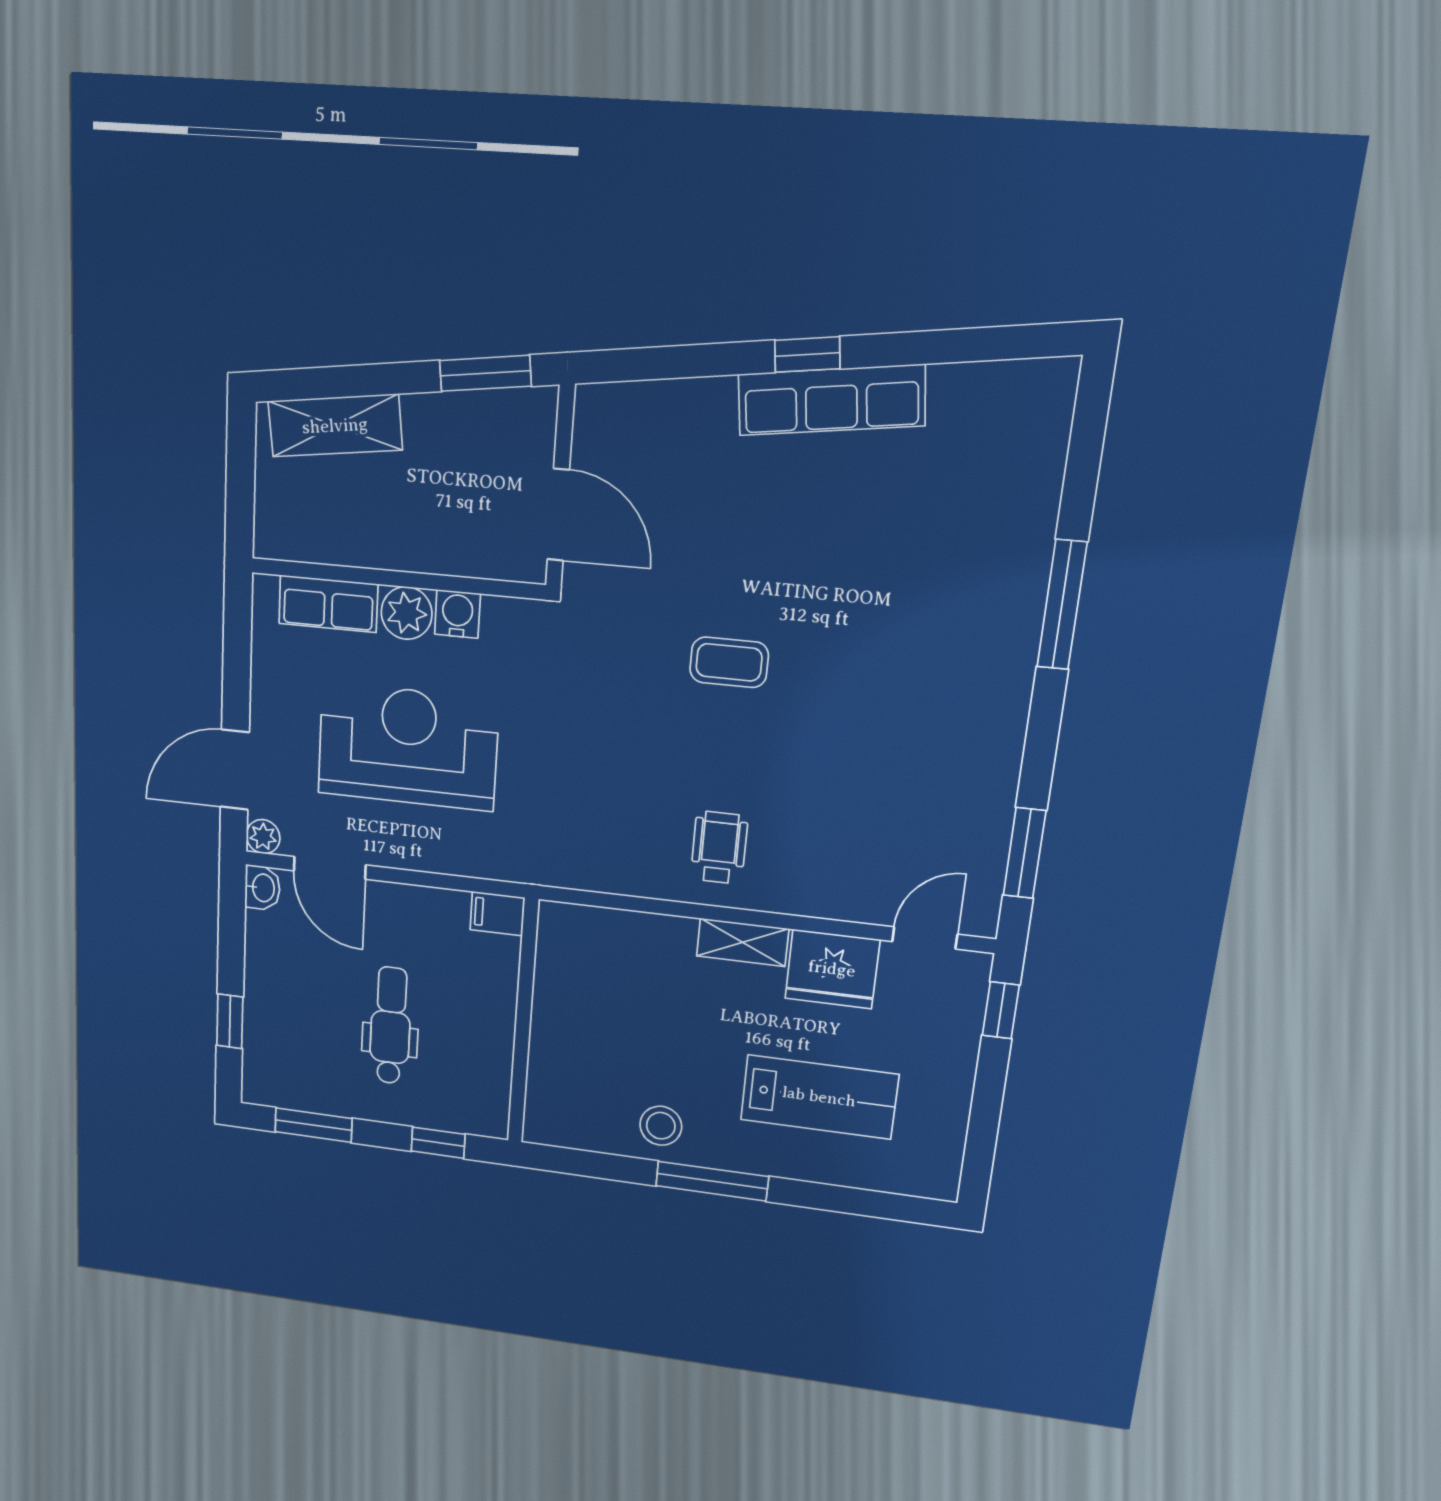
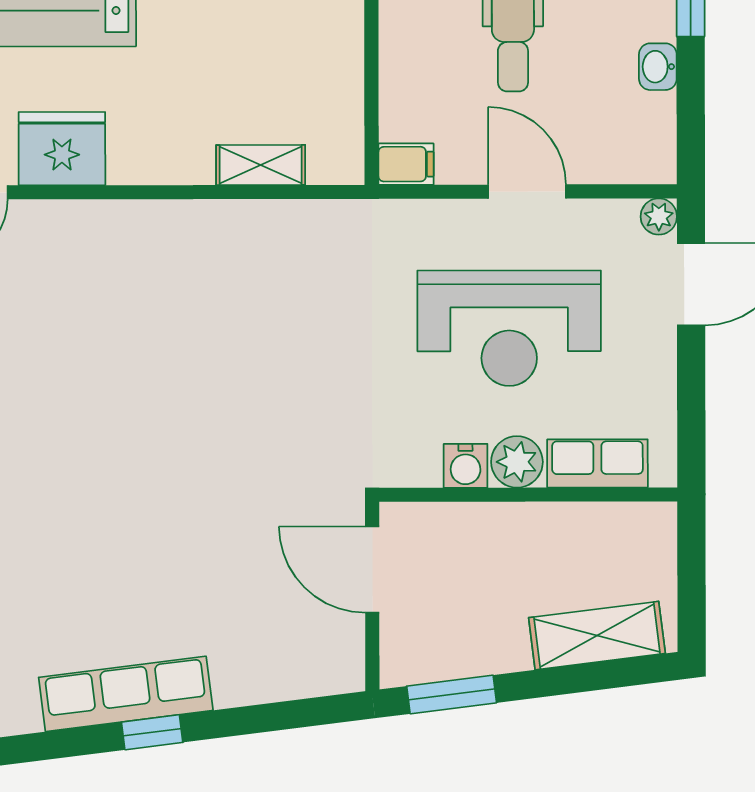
coffee table: (729, 662) -> (195, 445), removed
wheelchair: (719, 848) -> (187, 260), removed
door: (330, 868) -> (527, 192), moved
washbasin: (262, 888) -> (658, 67), moved
shelving: (743, 942) -> (261, 165), moved

